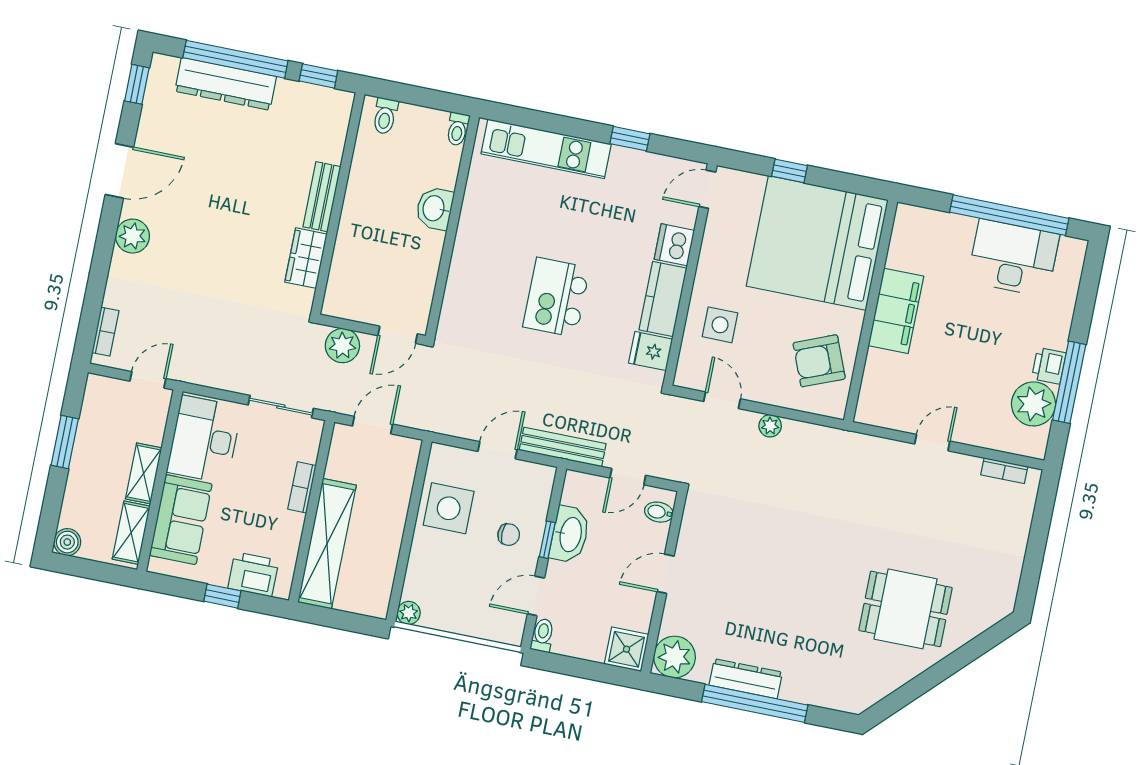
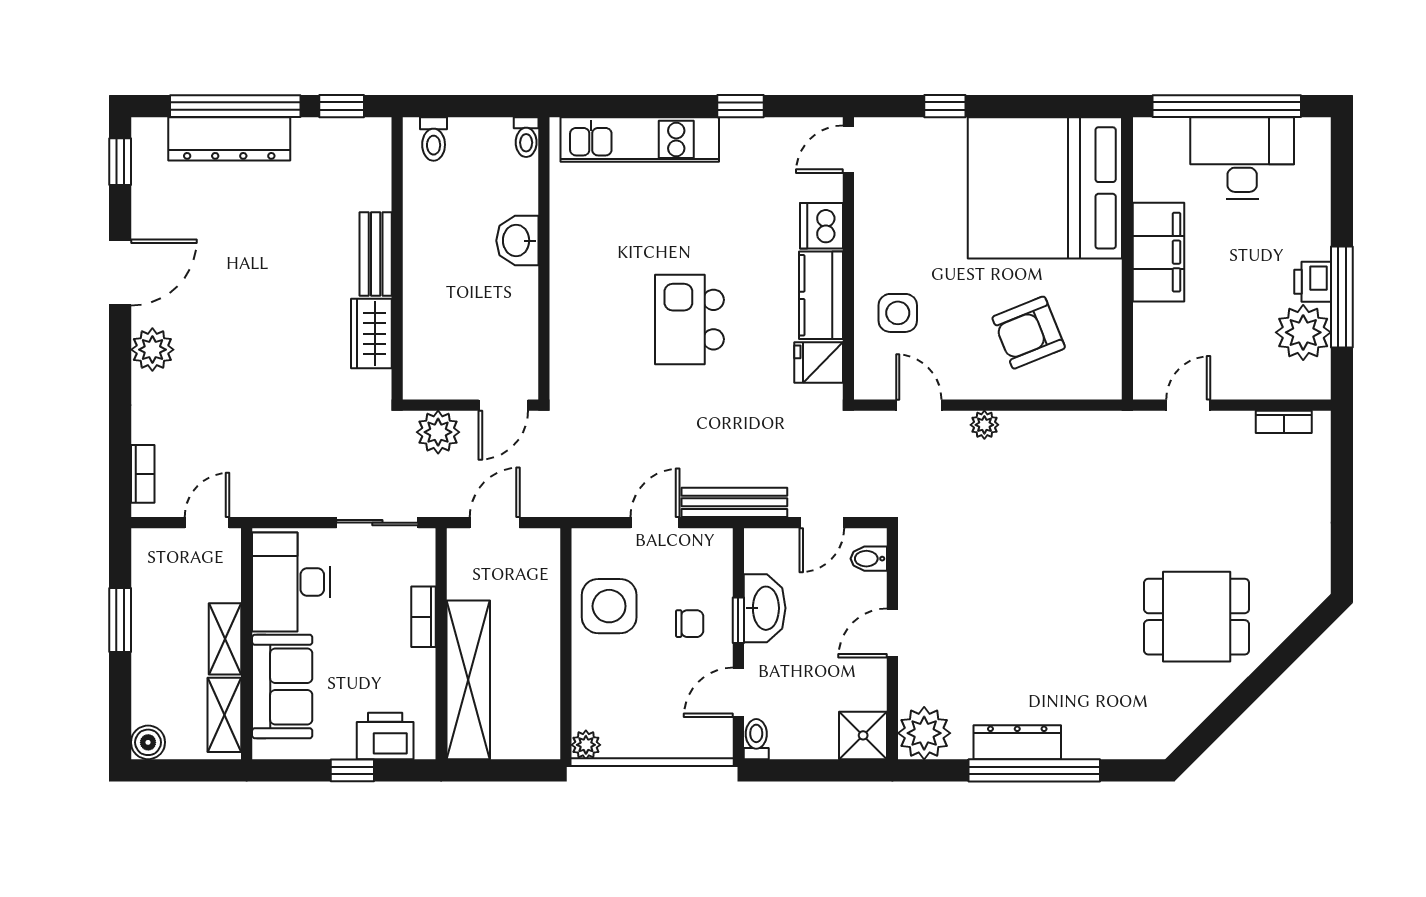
bed: (817, 243) -> (1045, 188), moved
wall: (871, 311) -> (1127, 258), moved
filing cabinet: (896, 311) -> (1159, 252), moved

